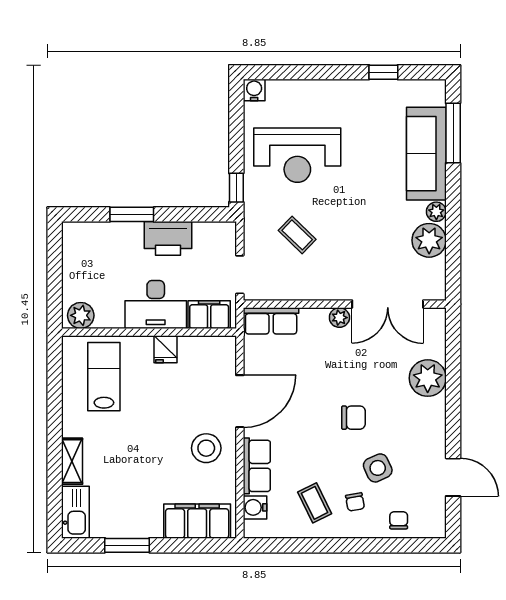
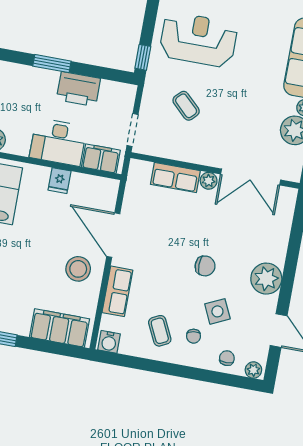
reception desk: (297, 155) -> (198, 40), turned 180
row of seats: (271, 321) -> (175, 178), moved
plant: (428, 378) -> (266, 279), moved
door: (240, 401) -> (113, 235), swing flipped
water cooler: (255, 507) -> (109, 342), moved, turned -90
plant: (432, 529) -> (253, 370), added

